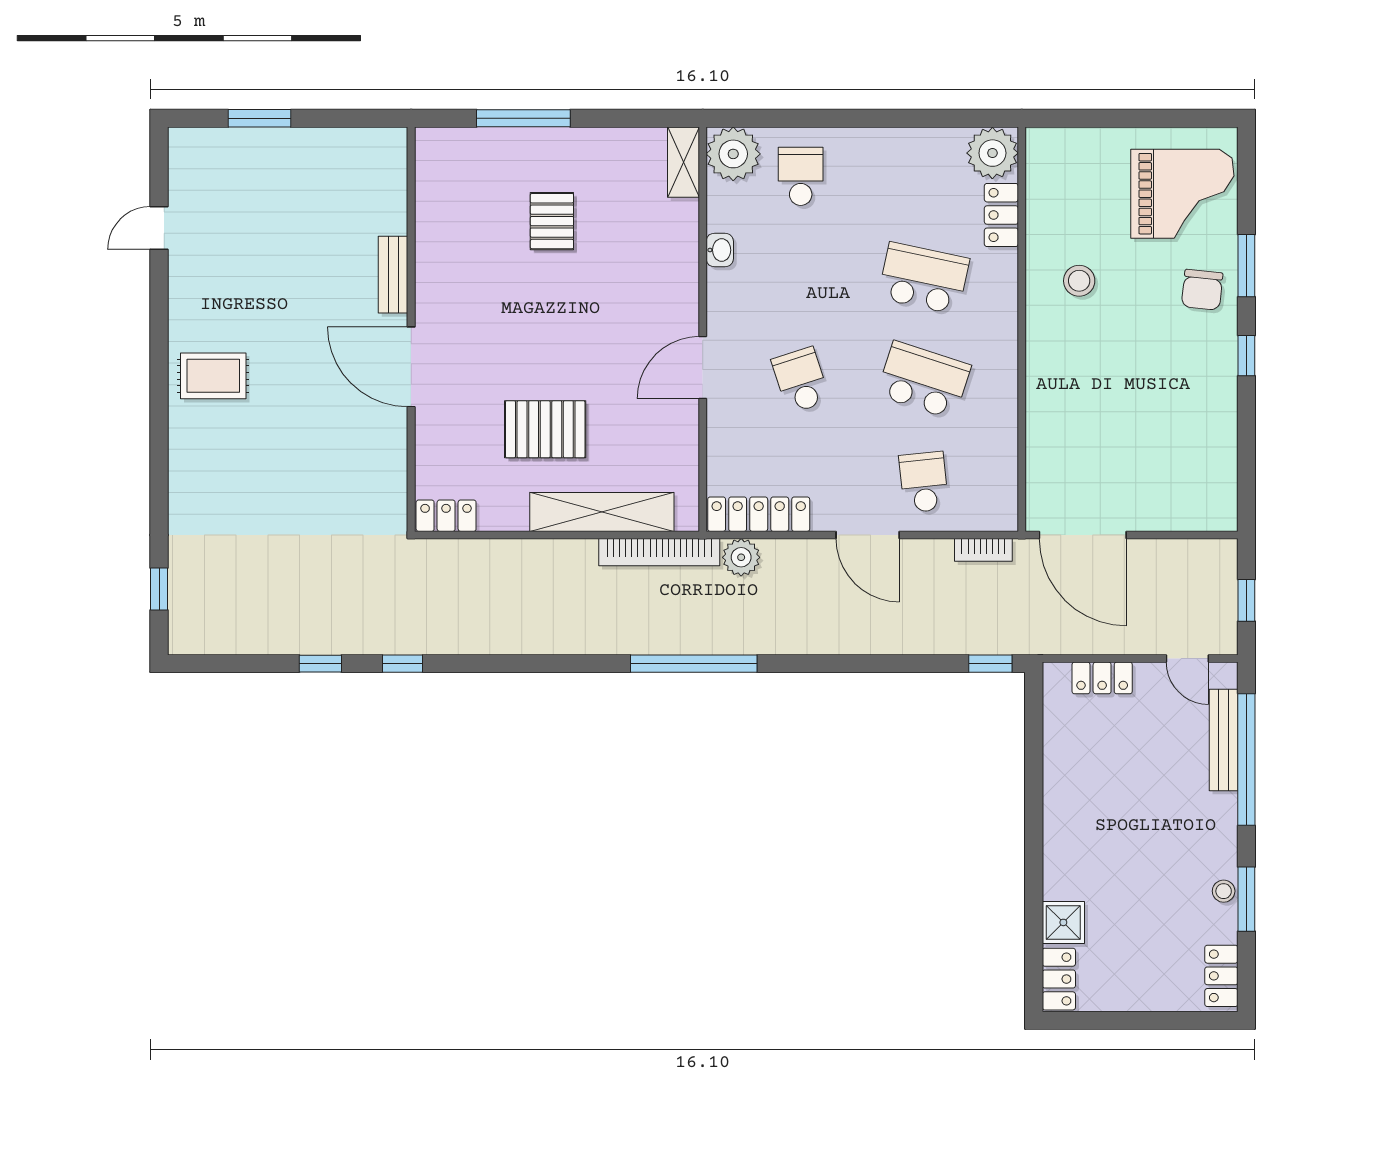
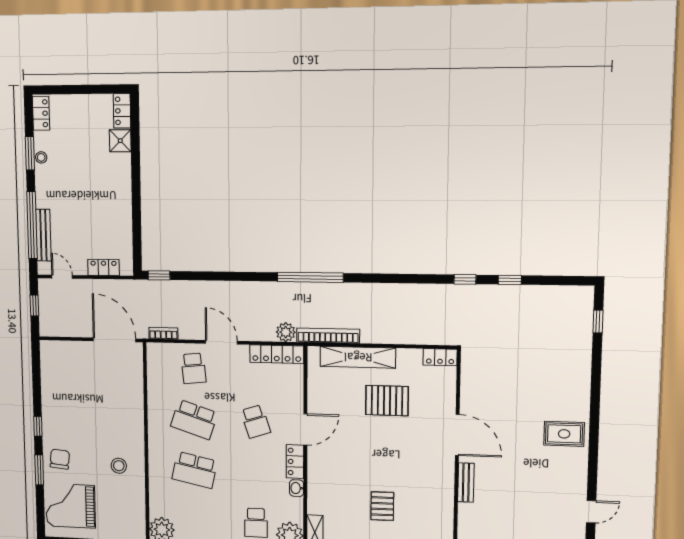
locker: (1001, 215) -> (295, 462), moved, turned 180

